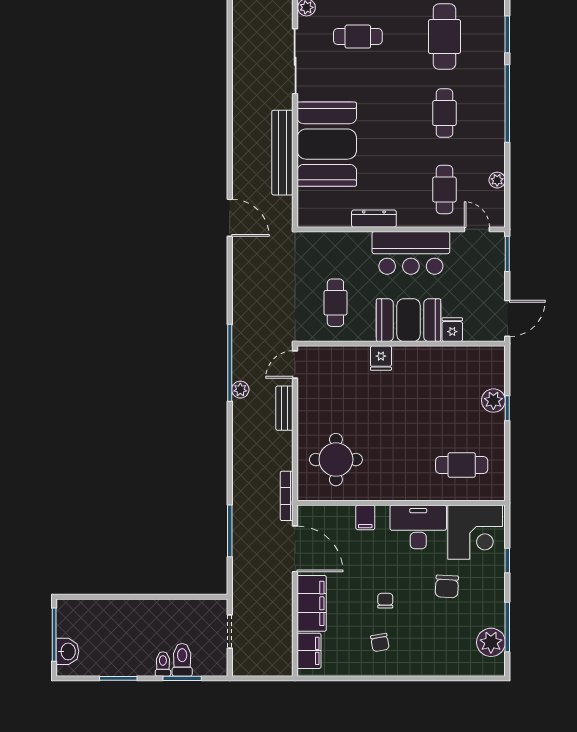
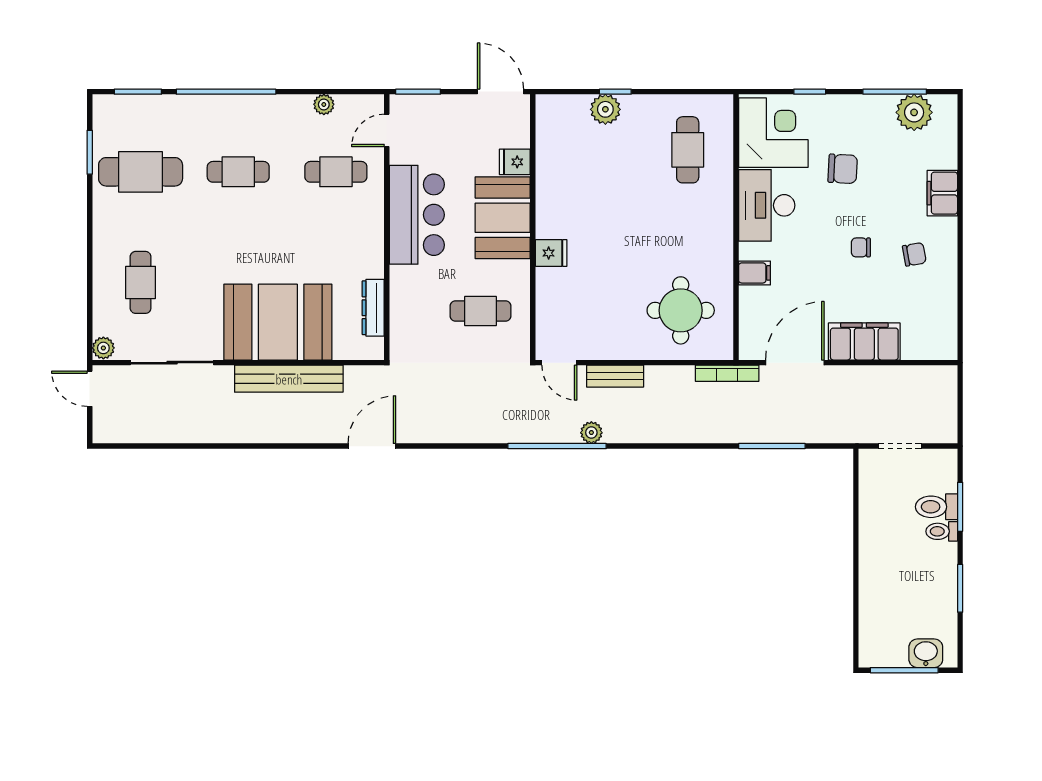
dresser: (374, 219) -> (373, 308), moved
filing cabinet: (309, 651) -> (942, 193), moved, turned -90

